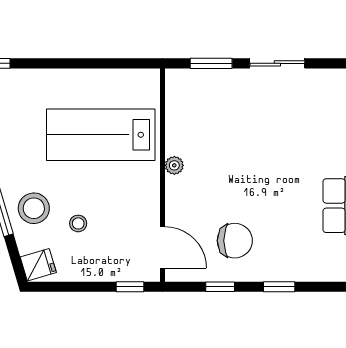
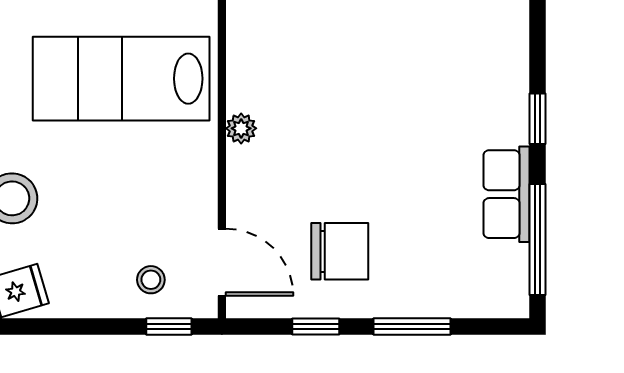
stool: (78, 223) -> (151, 280), moved
window: (279, 287) -> (412, 326), width x1.50

